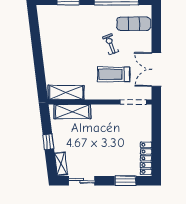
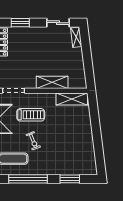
shelving: (72, 112) -> (52, 82), moved
window: (48, 142) -> (87, 56), removed

